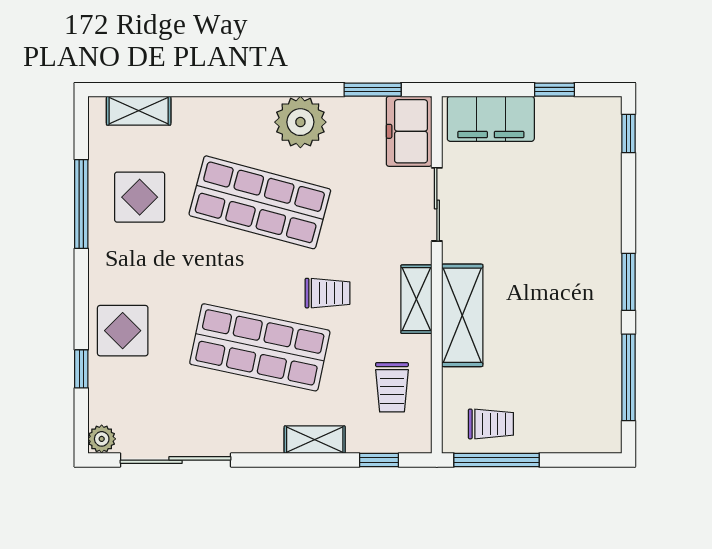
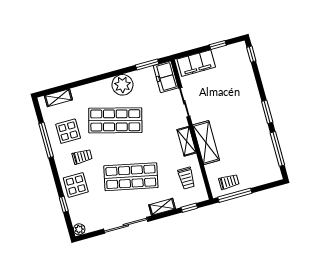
trolley: (328, 293) -> (82, 157), moved
sliding door: (176, 460) -> (126, 225), moved

